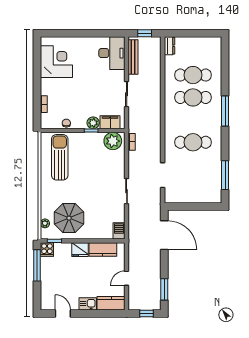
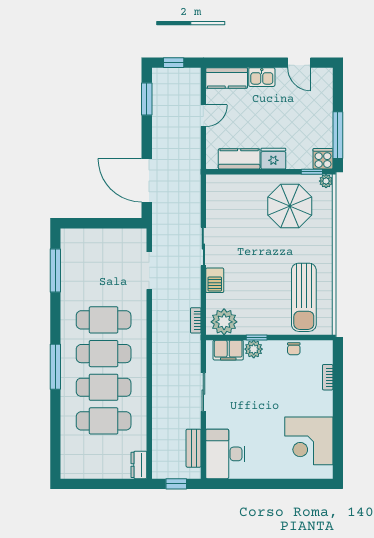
bench: (133, 57) -> (194, 448), width x0.73
cafe table: (193, 120) -> (104, 354), added
plant: (45, 223) -> (326, 181), moved
barbecue: (119, 231) -> (215, 280), moved

